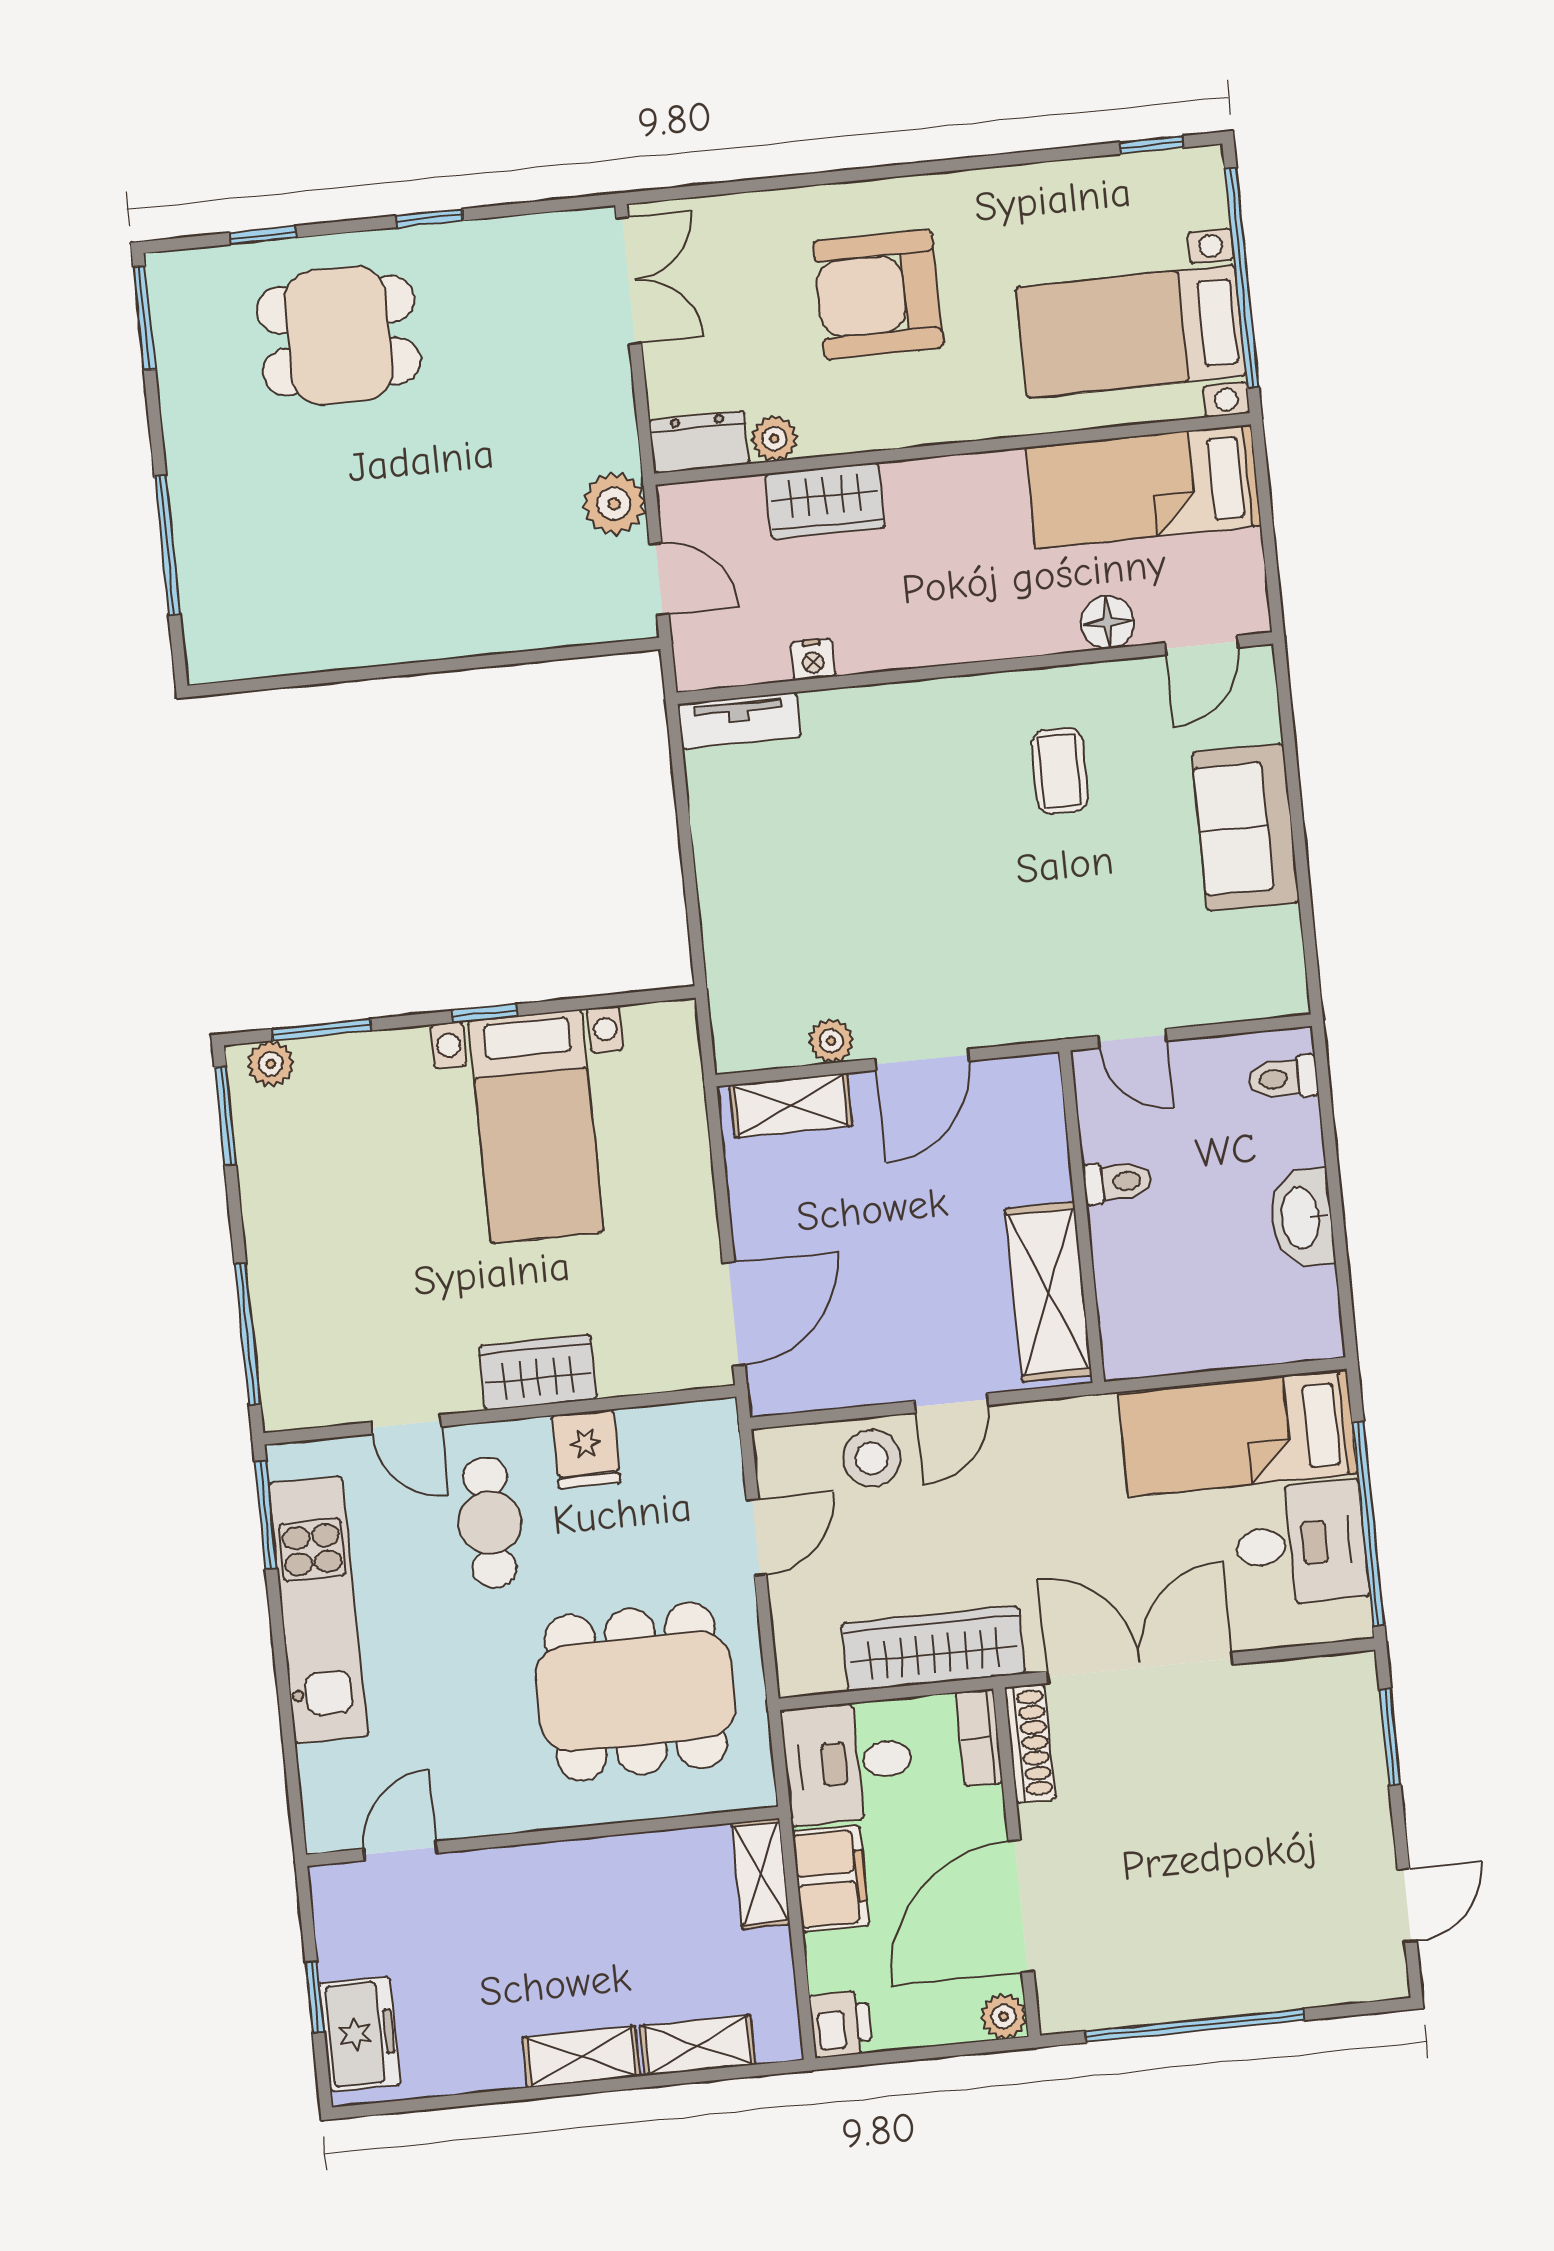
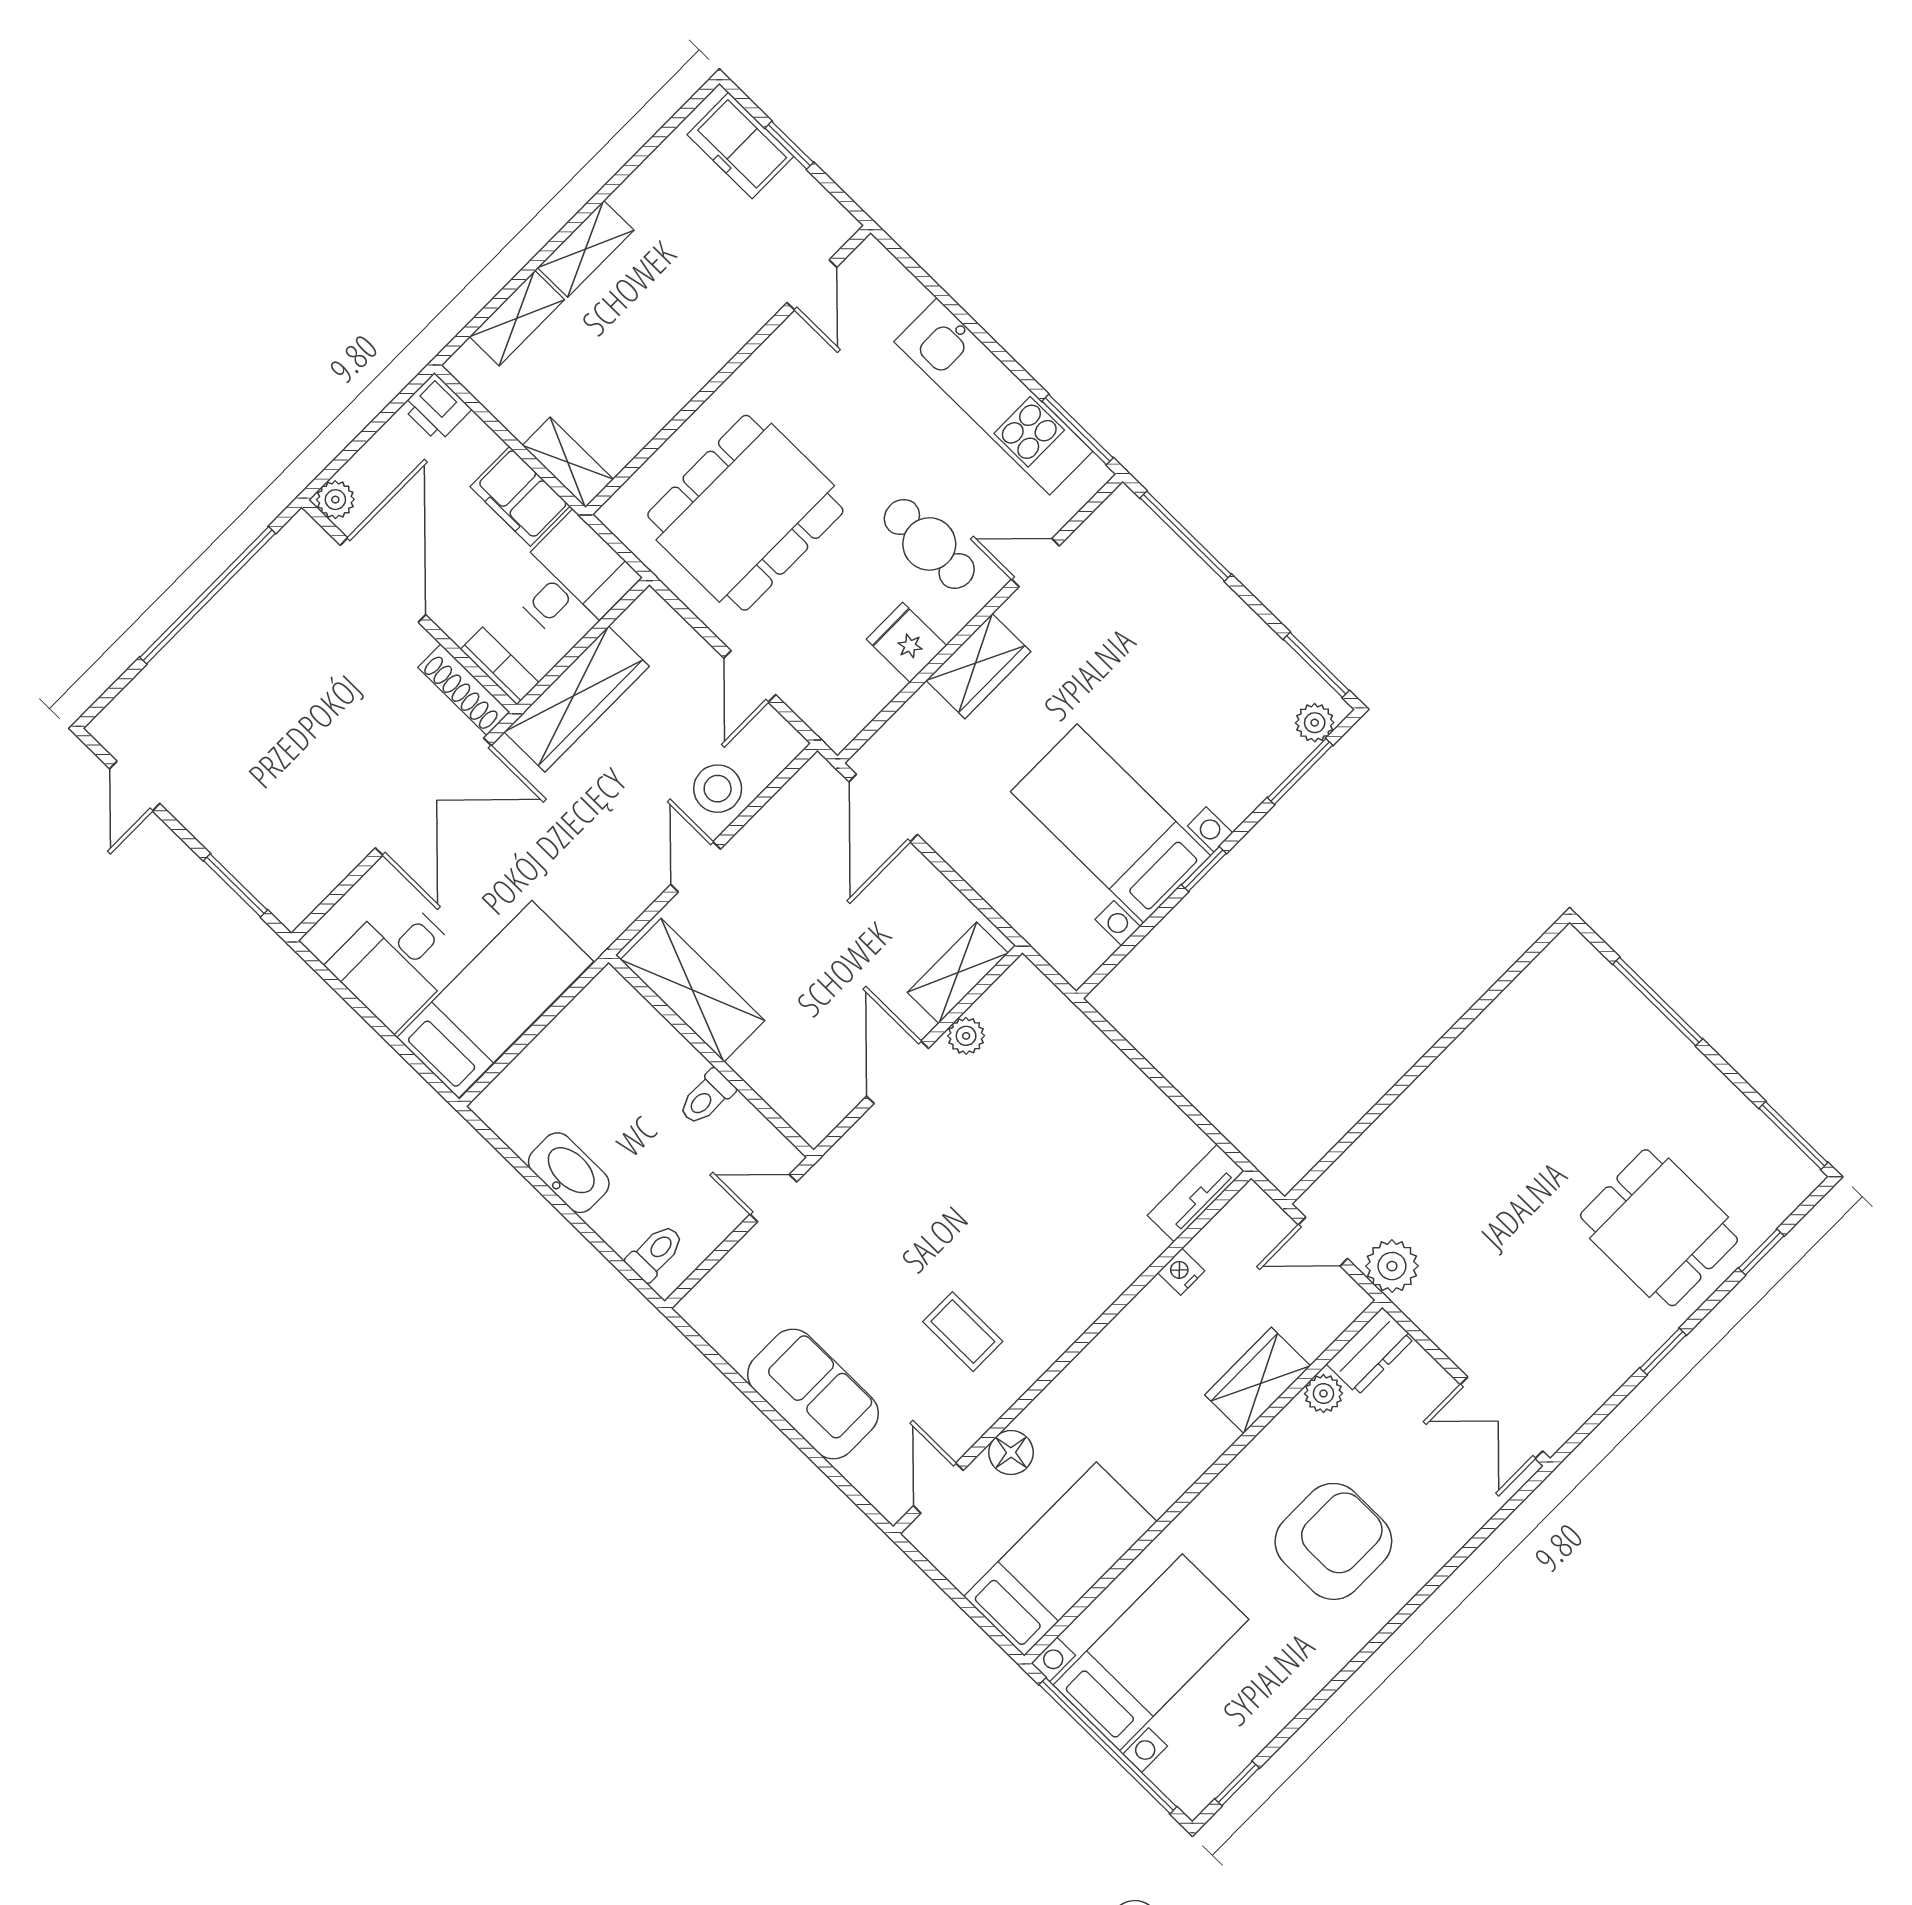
dining table: (339, 335) -> (1659, 1228), turned 90
window: (1368, 1524) -> (363, 1011), removed

